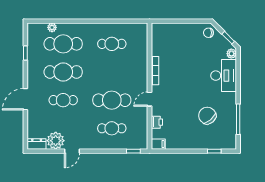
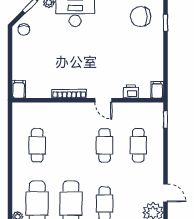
filing cabinet: (159, 28) -> (19, 89), added
cafe table: (112, 100) -> (105, 145), width x0.73, depth x0.74
chair: (207, 116) -> (141, 17), moved, turned 41

